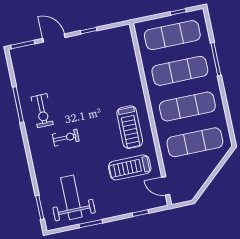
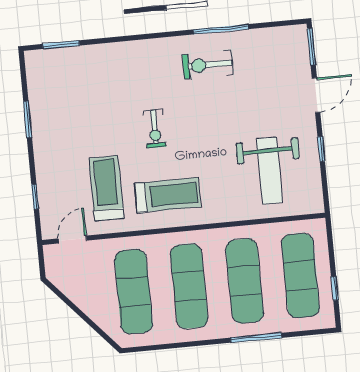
treadmill: (130, 127) -> (168, 195), turned 180
exercise bike: (66, 138) -> (155, 129), moved
weight bench: (71, 197) -> (269, 171), moved, turned 90

